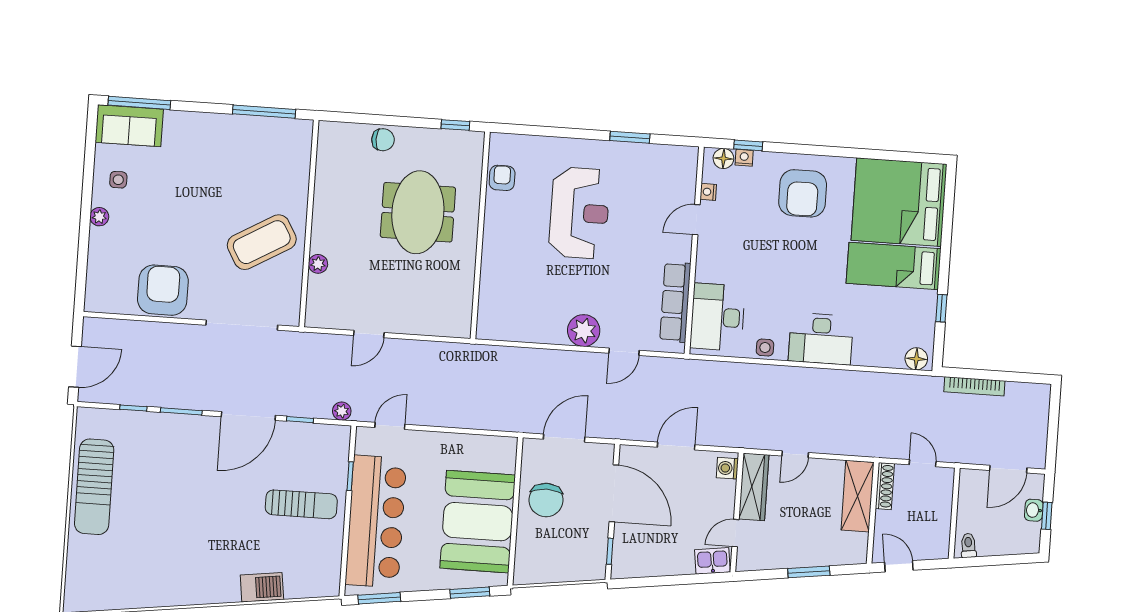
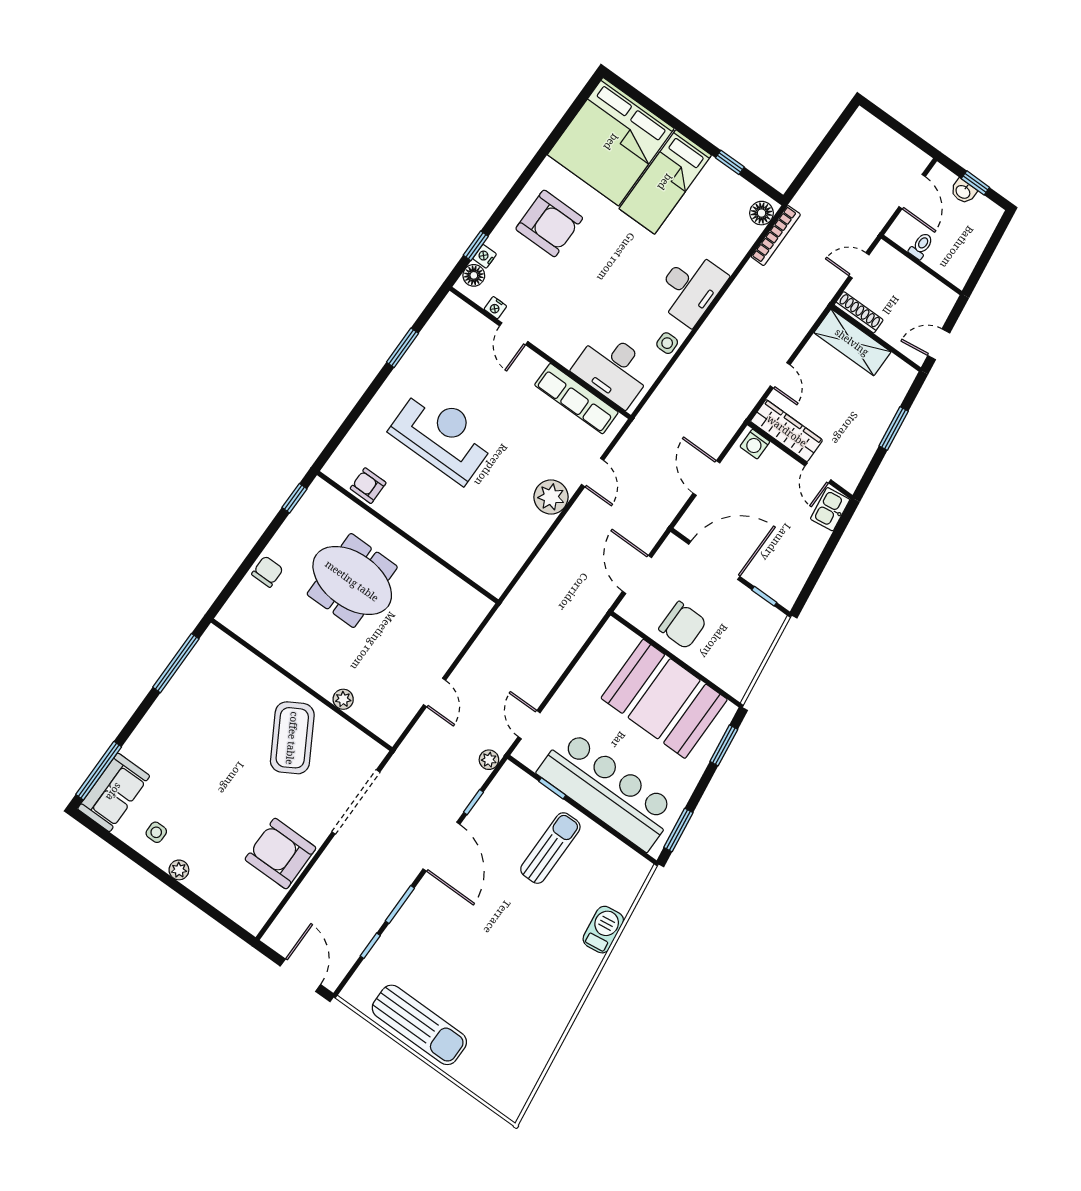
bookcase: (974, 386) -> (776, 236), moved
toilet: (968, 545) -> (921, 246), moved, turned 98

